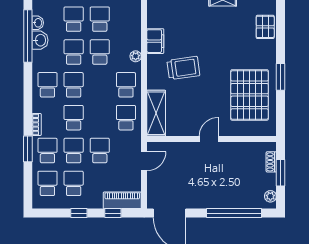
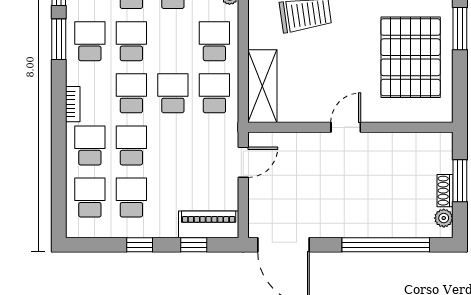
window: (28, 149) -> (59, 39), moved
school desk: (100, 151) -> (173, 93), moved
shoe rack: (271, 162) -> (445, 191), moved

